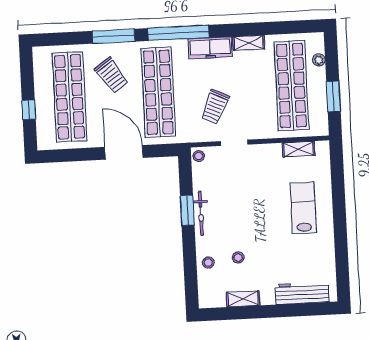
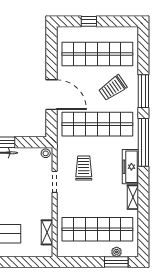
window: (333, 96) -> (116, 262), moved
trolley: (215, 107) -> (84, 168), turned 65
door: (124, 152) -> (51, 95), hinge flipped

